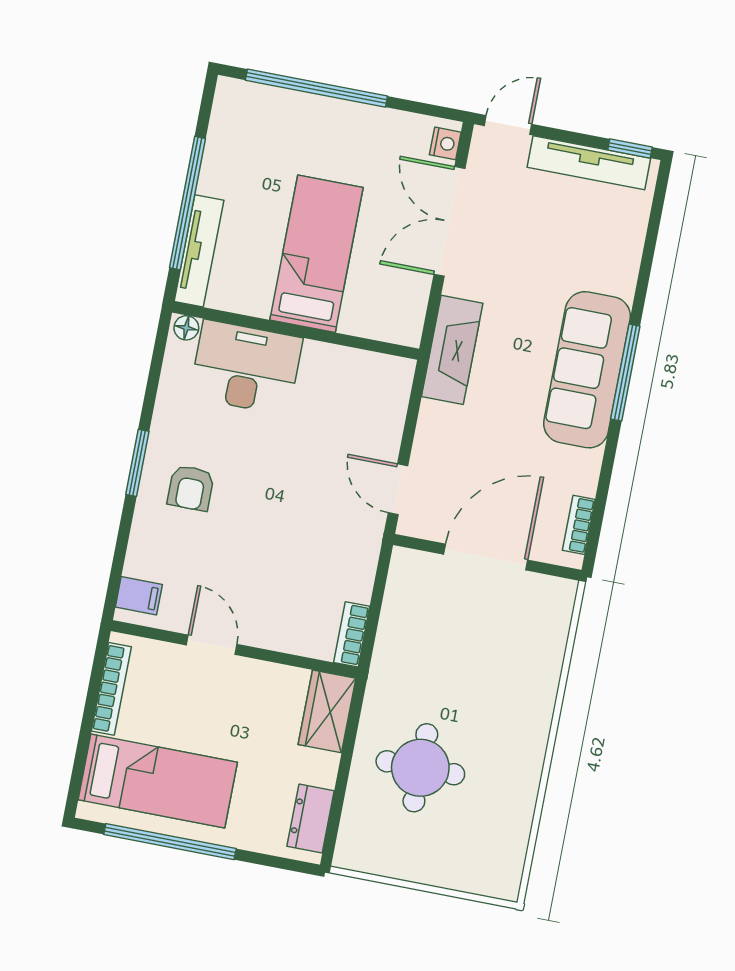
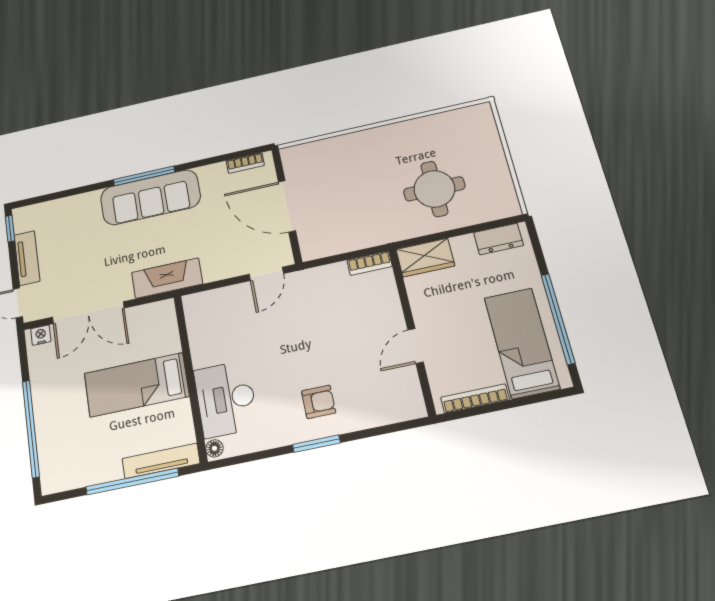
tv unit: (589, 163) -> (27, 258), width x0.71
filing cabinet: (139, 596) -> (405, 406), removed

